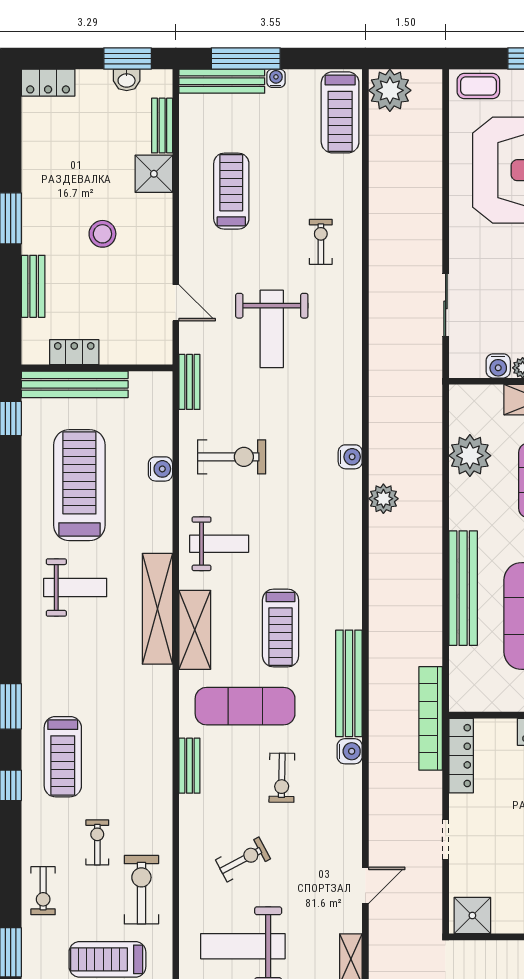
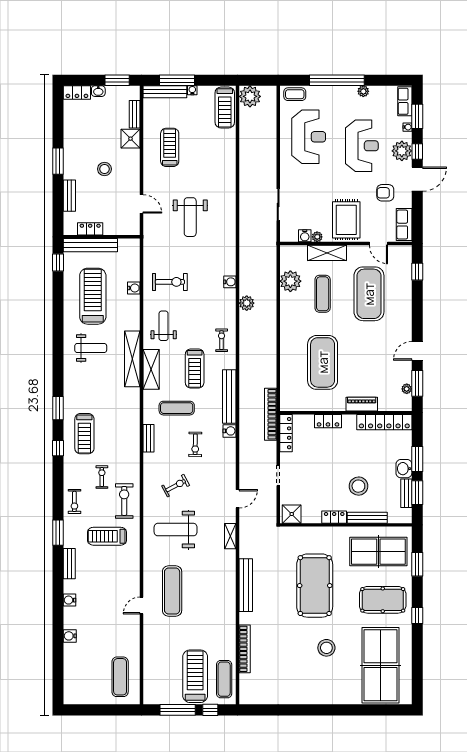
washbasin: (127, 80) -> (98, 91), moved
exercise bike: (321, 242) -> (222, 340), moved
bench: (189, 382) -> (149, 244), removed
weight bench: (219, 544) -> (164, 326), turned -90
bench: (463, 588) -> (287, 348), removed
exercise mat: (245, 706) -> (177, 408), width x0.73, depth x0.69

